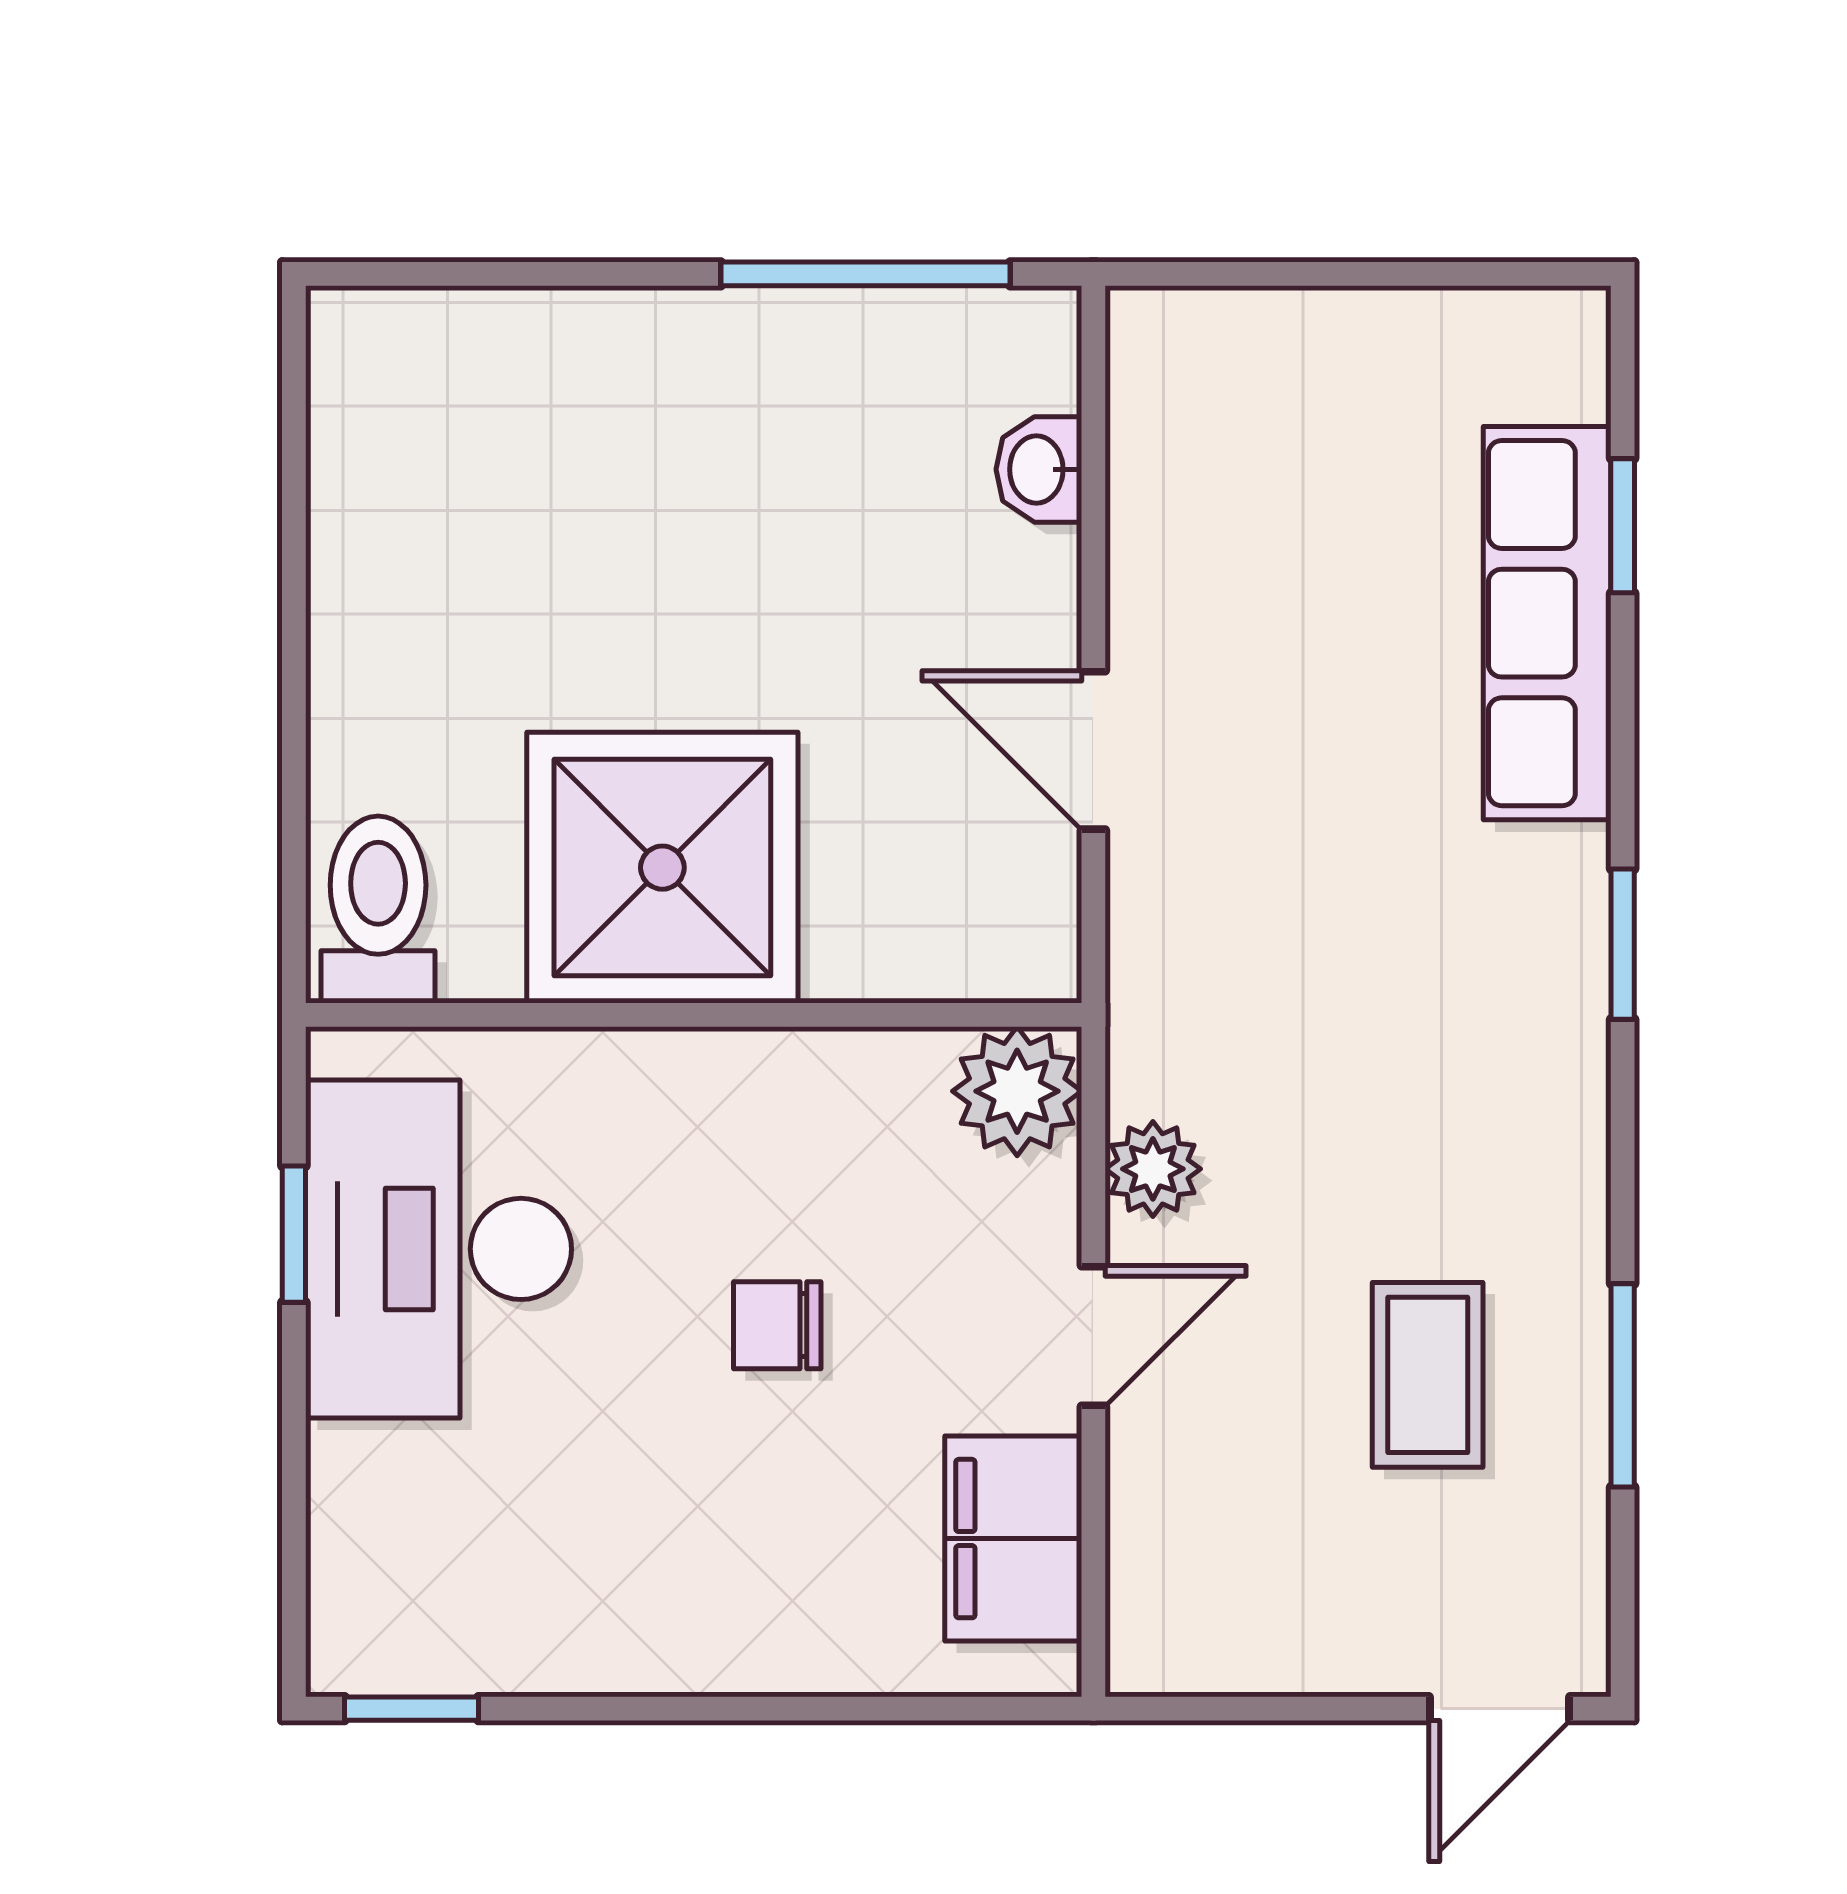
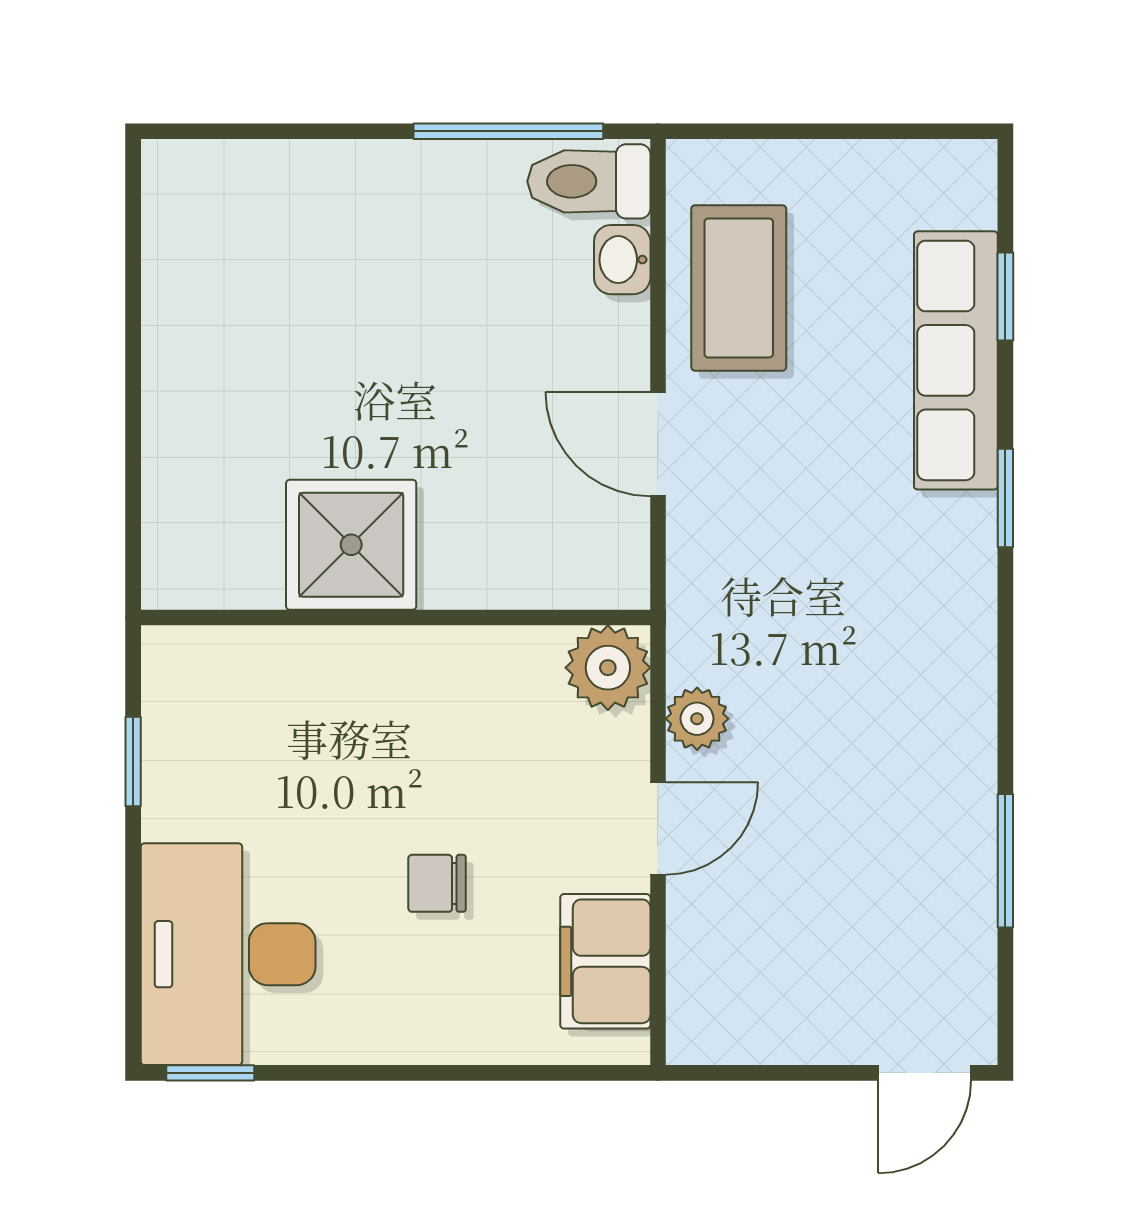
shower: (662, 868) -> (351, 545), width x0.73, depth x0.73
toilet: (378, 910) -> (589, 181), moved, turned -90
window: (1623, 944) -> (1005, 498), moved
desk: (439, 1249) -> (228, 954), moved
chair: (777, 1325) -> (437, 883), moved
coffee table: (1428, 1375) -> (739, 288), moved, width x1.36, depth x1.30

